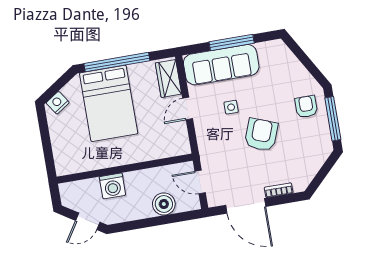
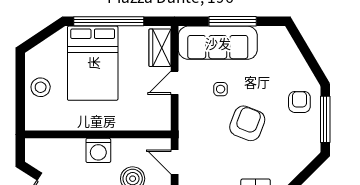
nightstand: (58, 103) -> (39, 53), removed
stool: (64, 134) -> (41, 87), added
washing machine: (112, 186) -> (98, 150), moved

